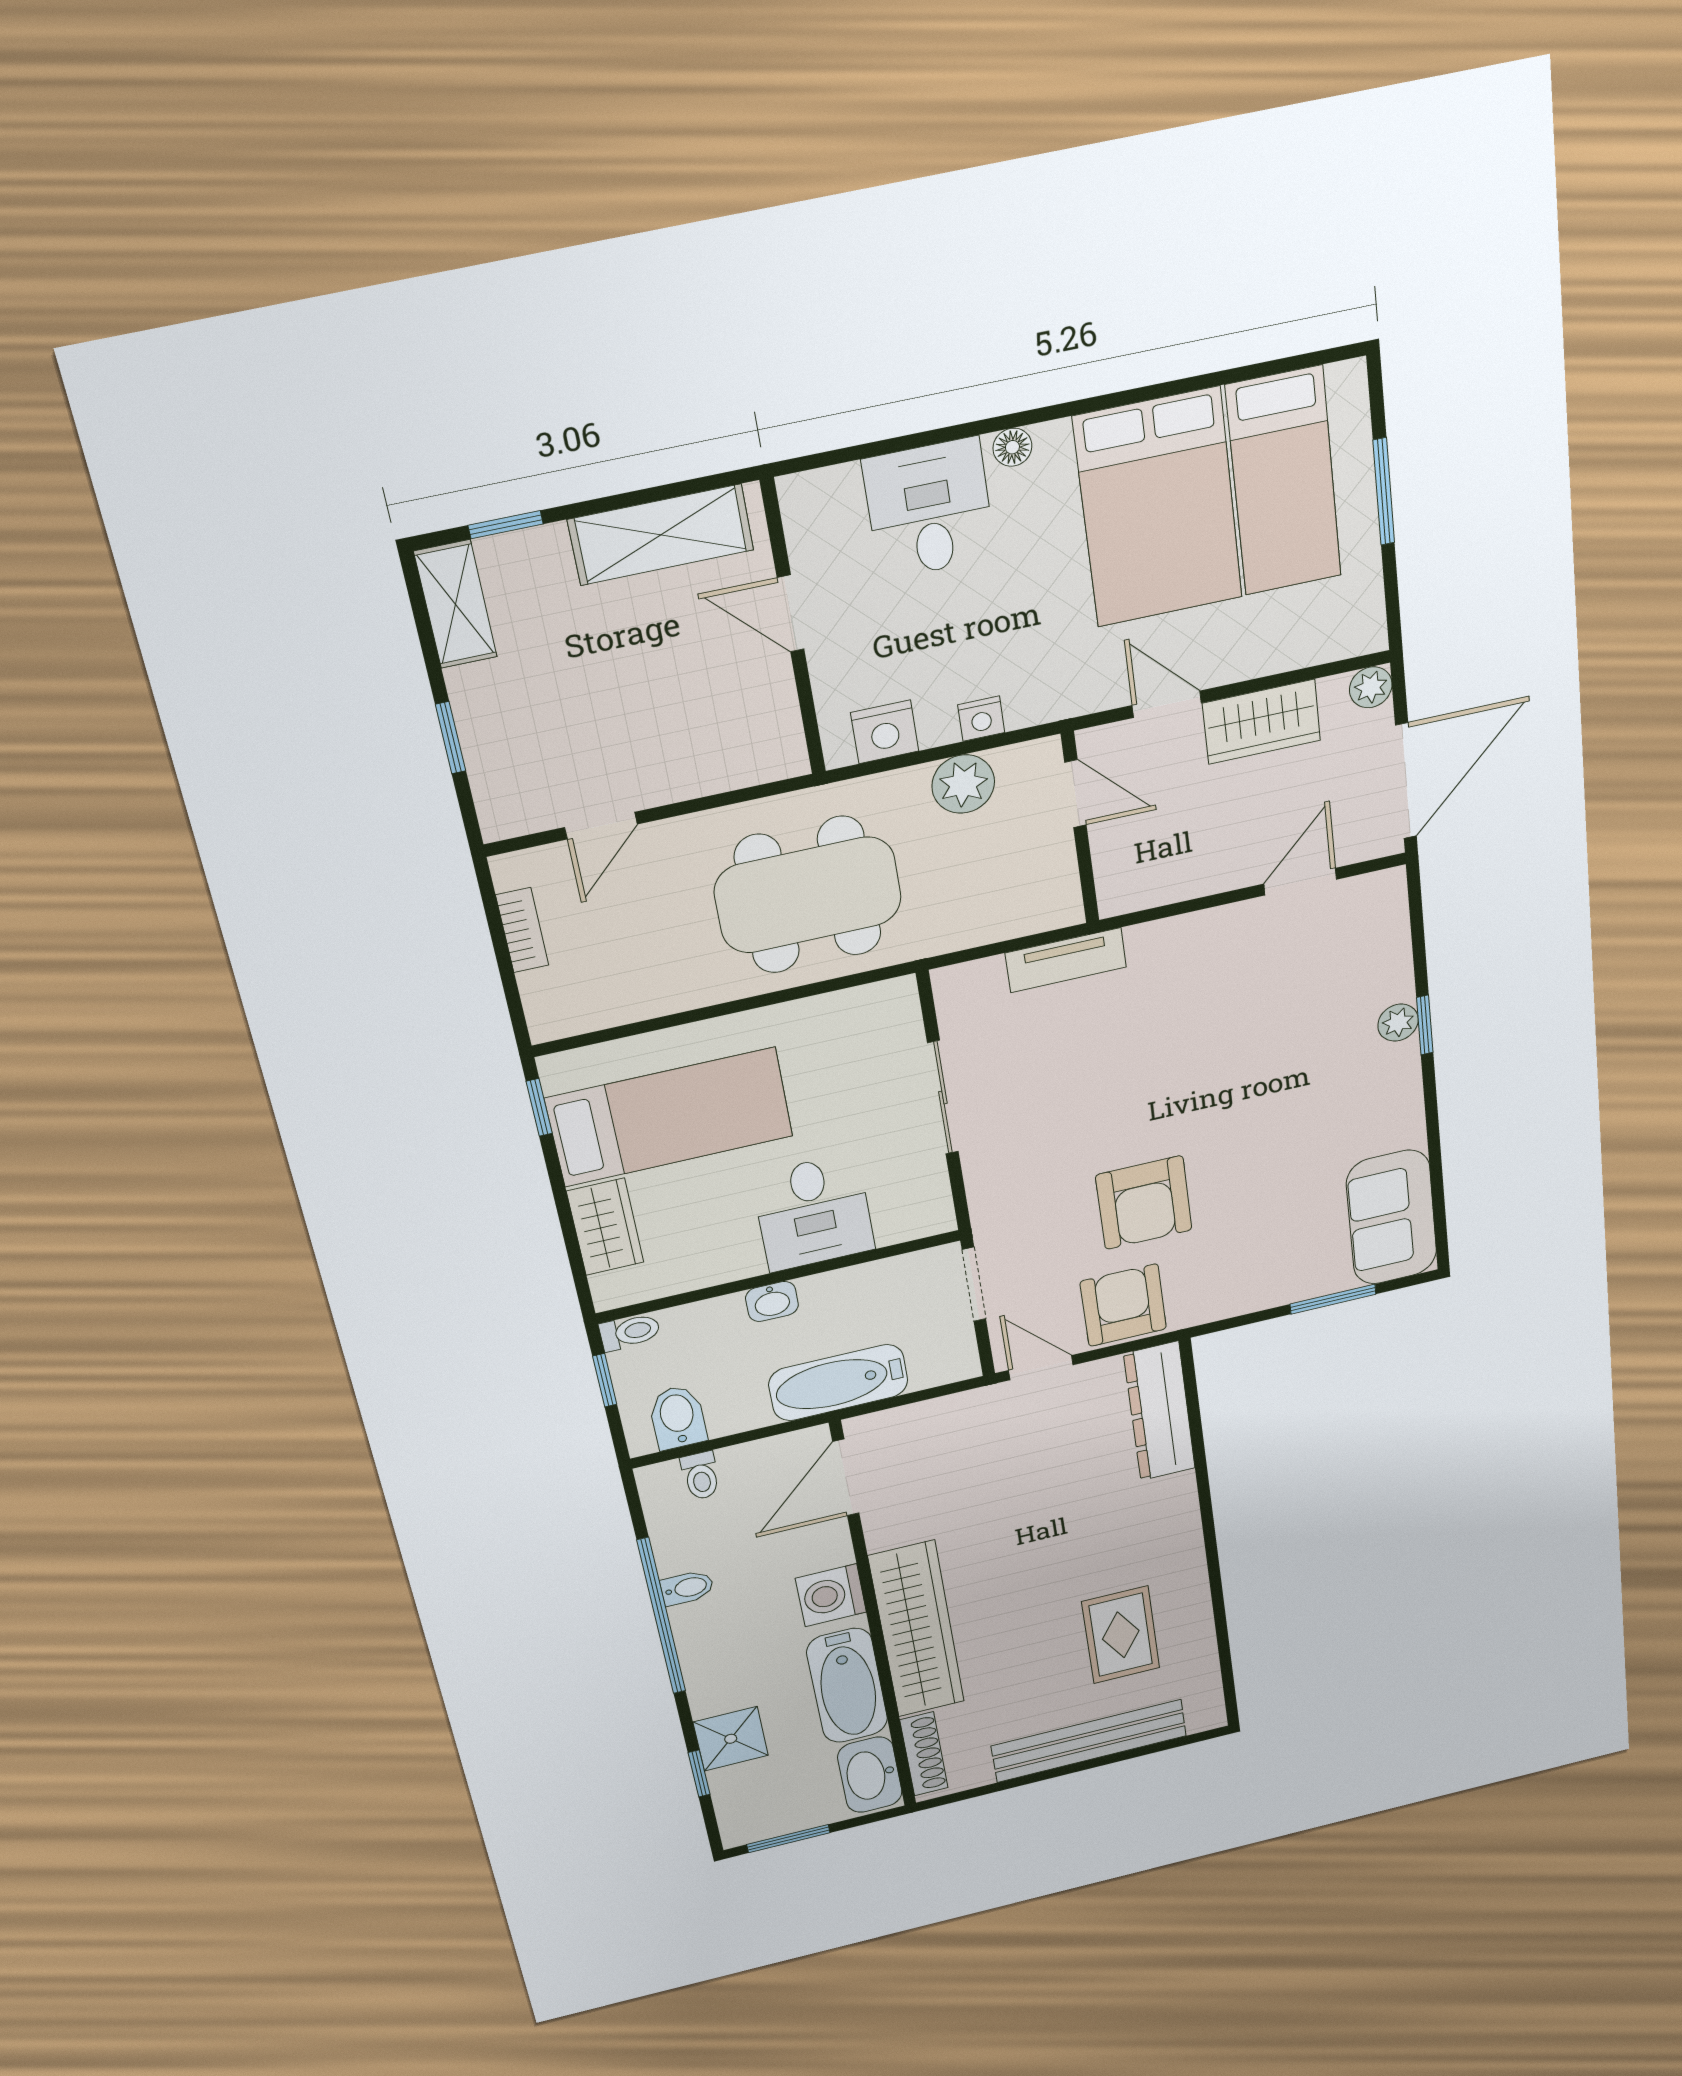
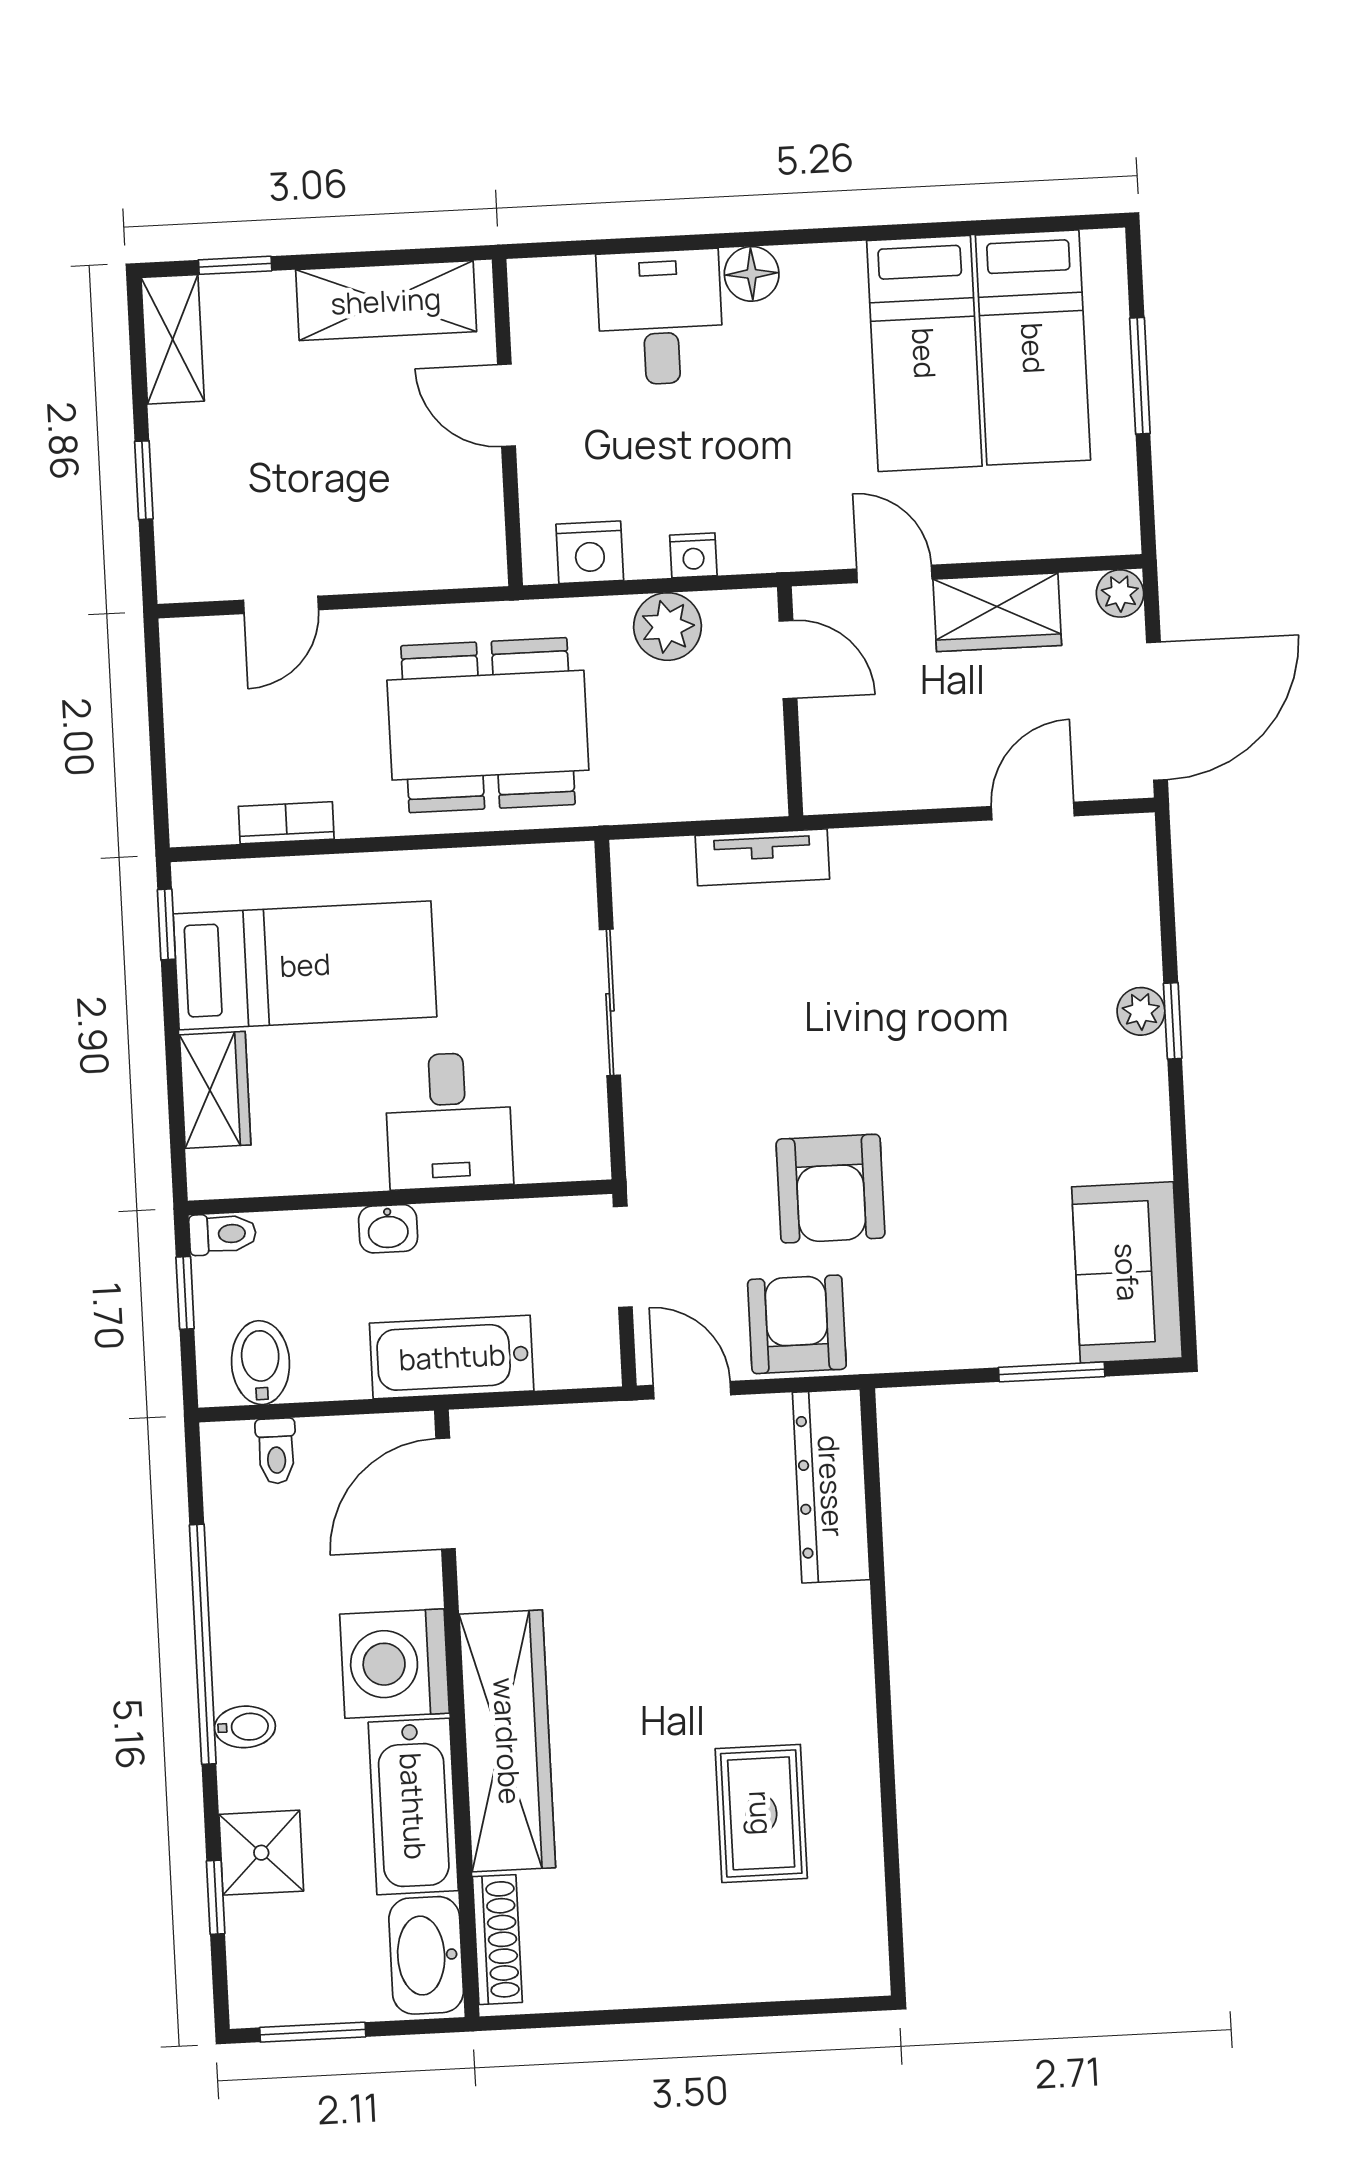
floor lamp: (1012, 447) -> (752, 274), width x1.37, depth x1.37
bed: (1158, 508) -> (924, 353), width x0.67
bookcase: (522, 930) -> (286, 823), moved, turned -90
bidet: (687, 1588) -> (245, 1727), moved
washing machine: (831, 1595) -> (394, 1664), width x1.37, depth x1.37
bench: (1089, 1741) -> (709, 1974), removed

